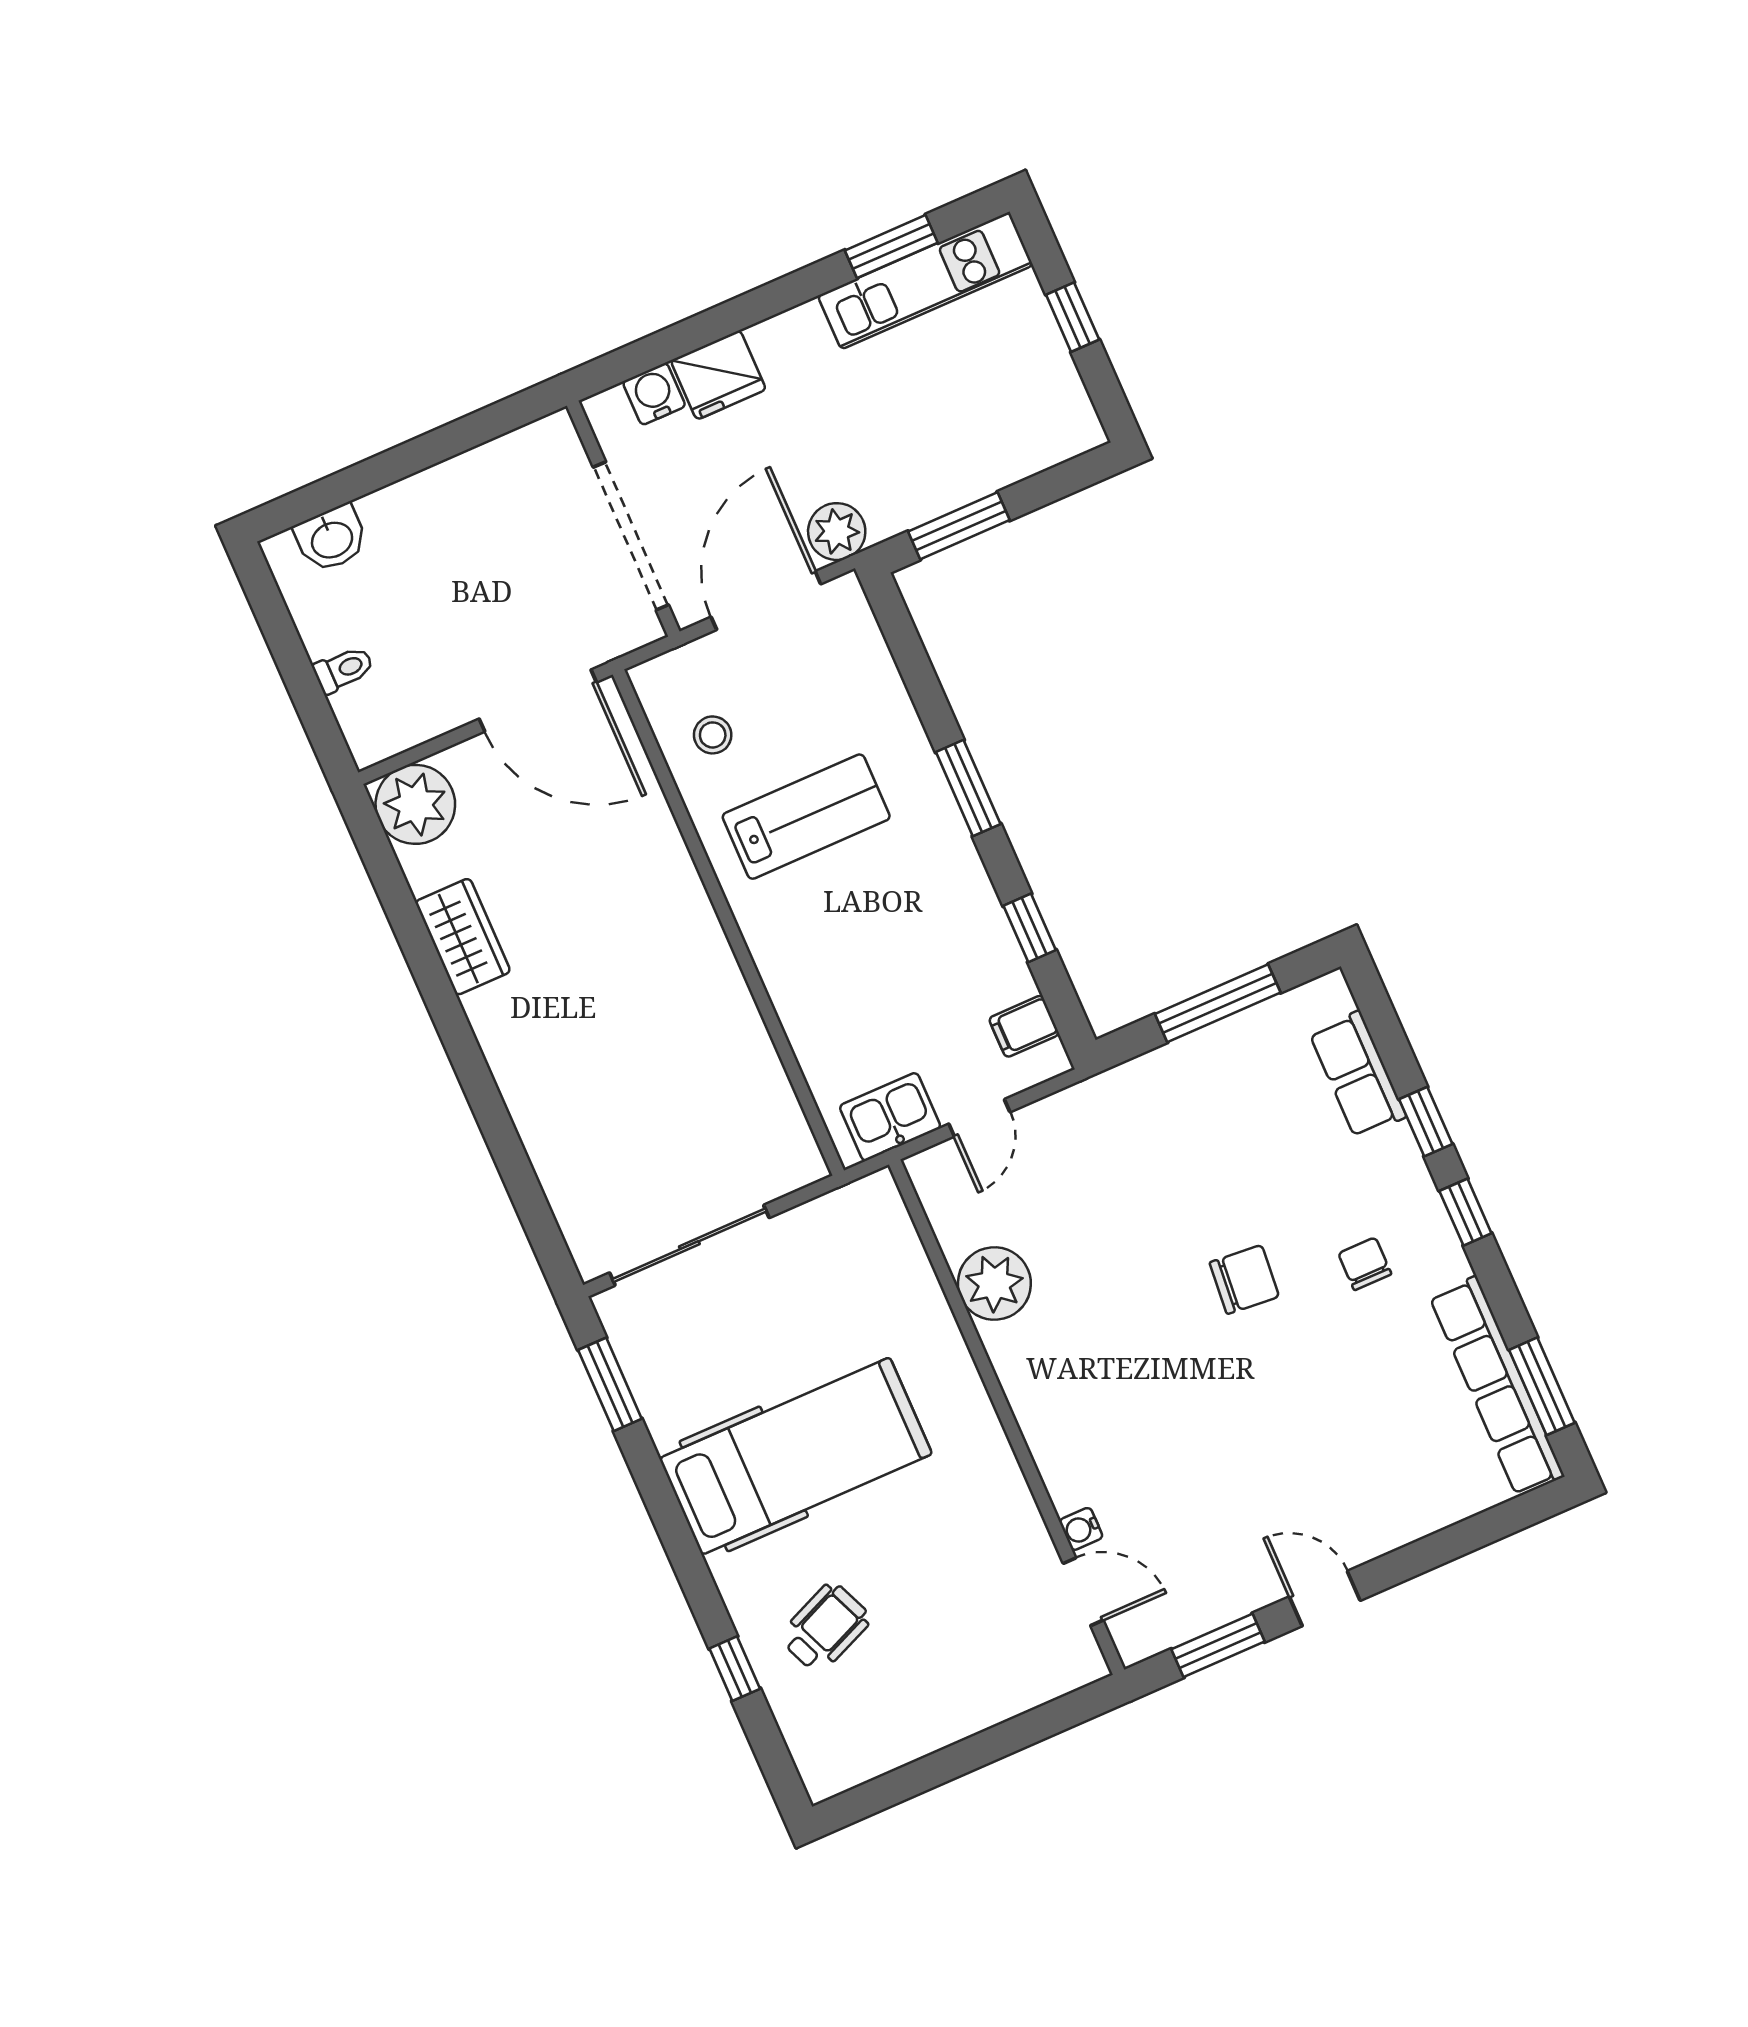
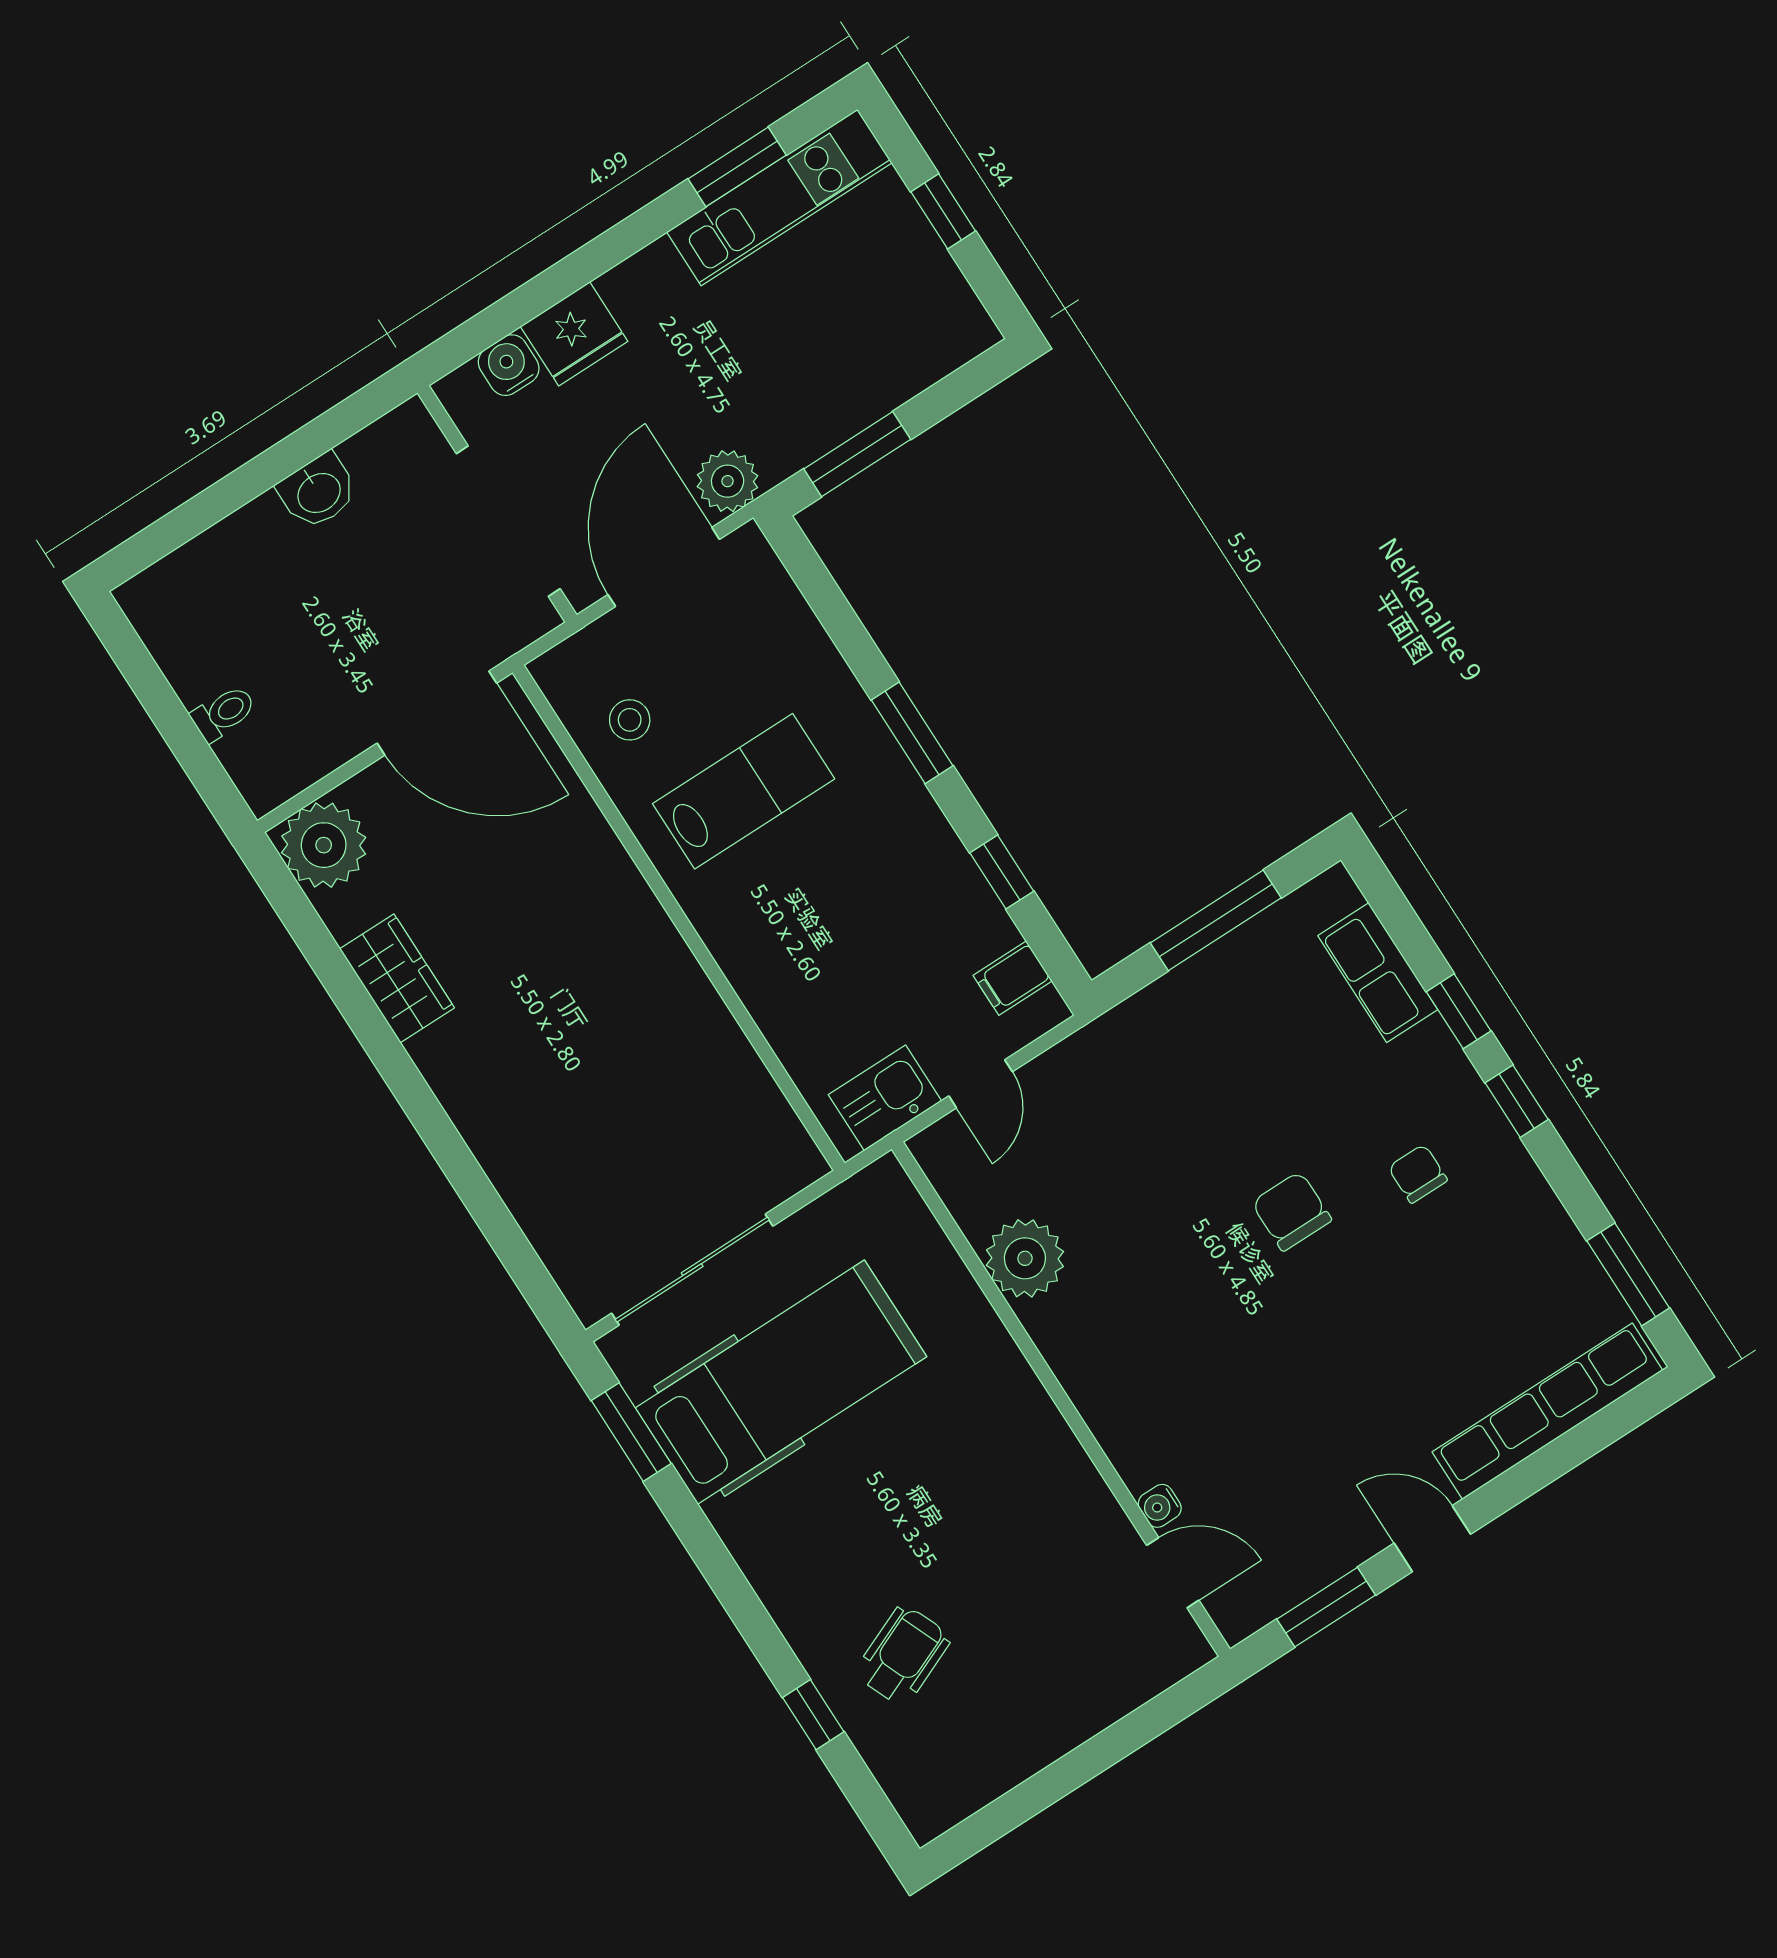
washbasin: (331, 539) -> (318, 492), moved
chair: (1244, 1280) -> (1292, 1211), turned -95
row of seats: (1497, 1386) -> (1547, 1411), moved, turned 90
hospital bed: (796, 1456) -> (781, 1382), moved

